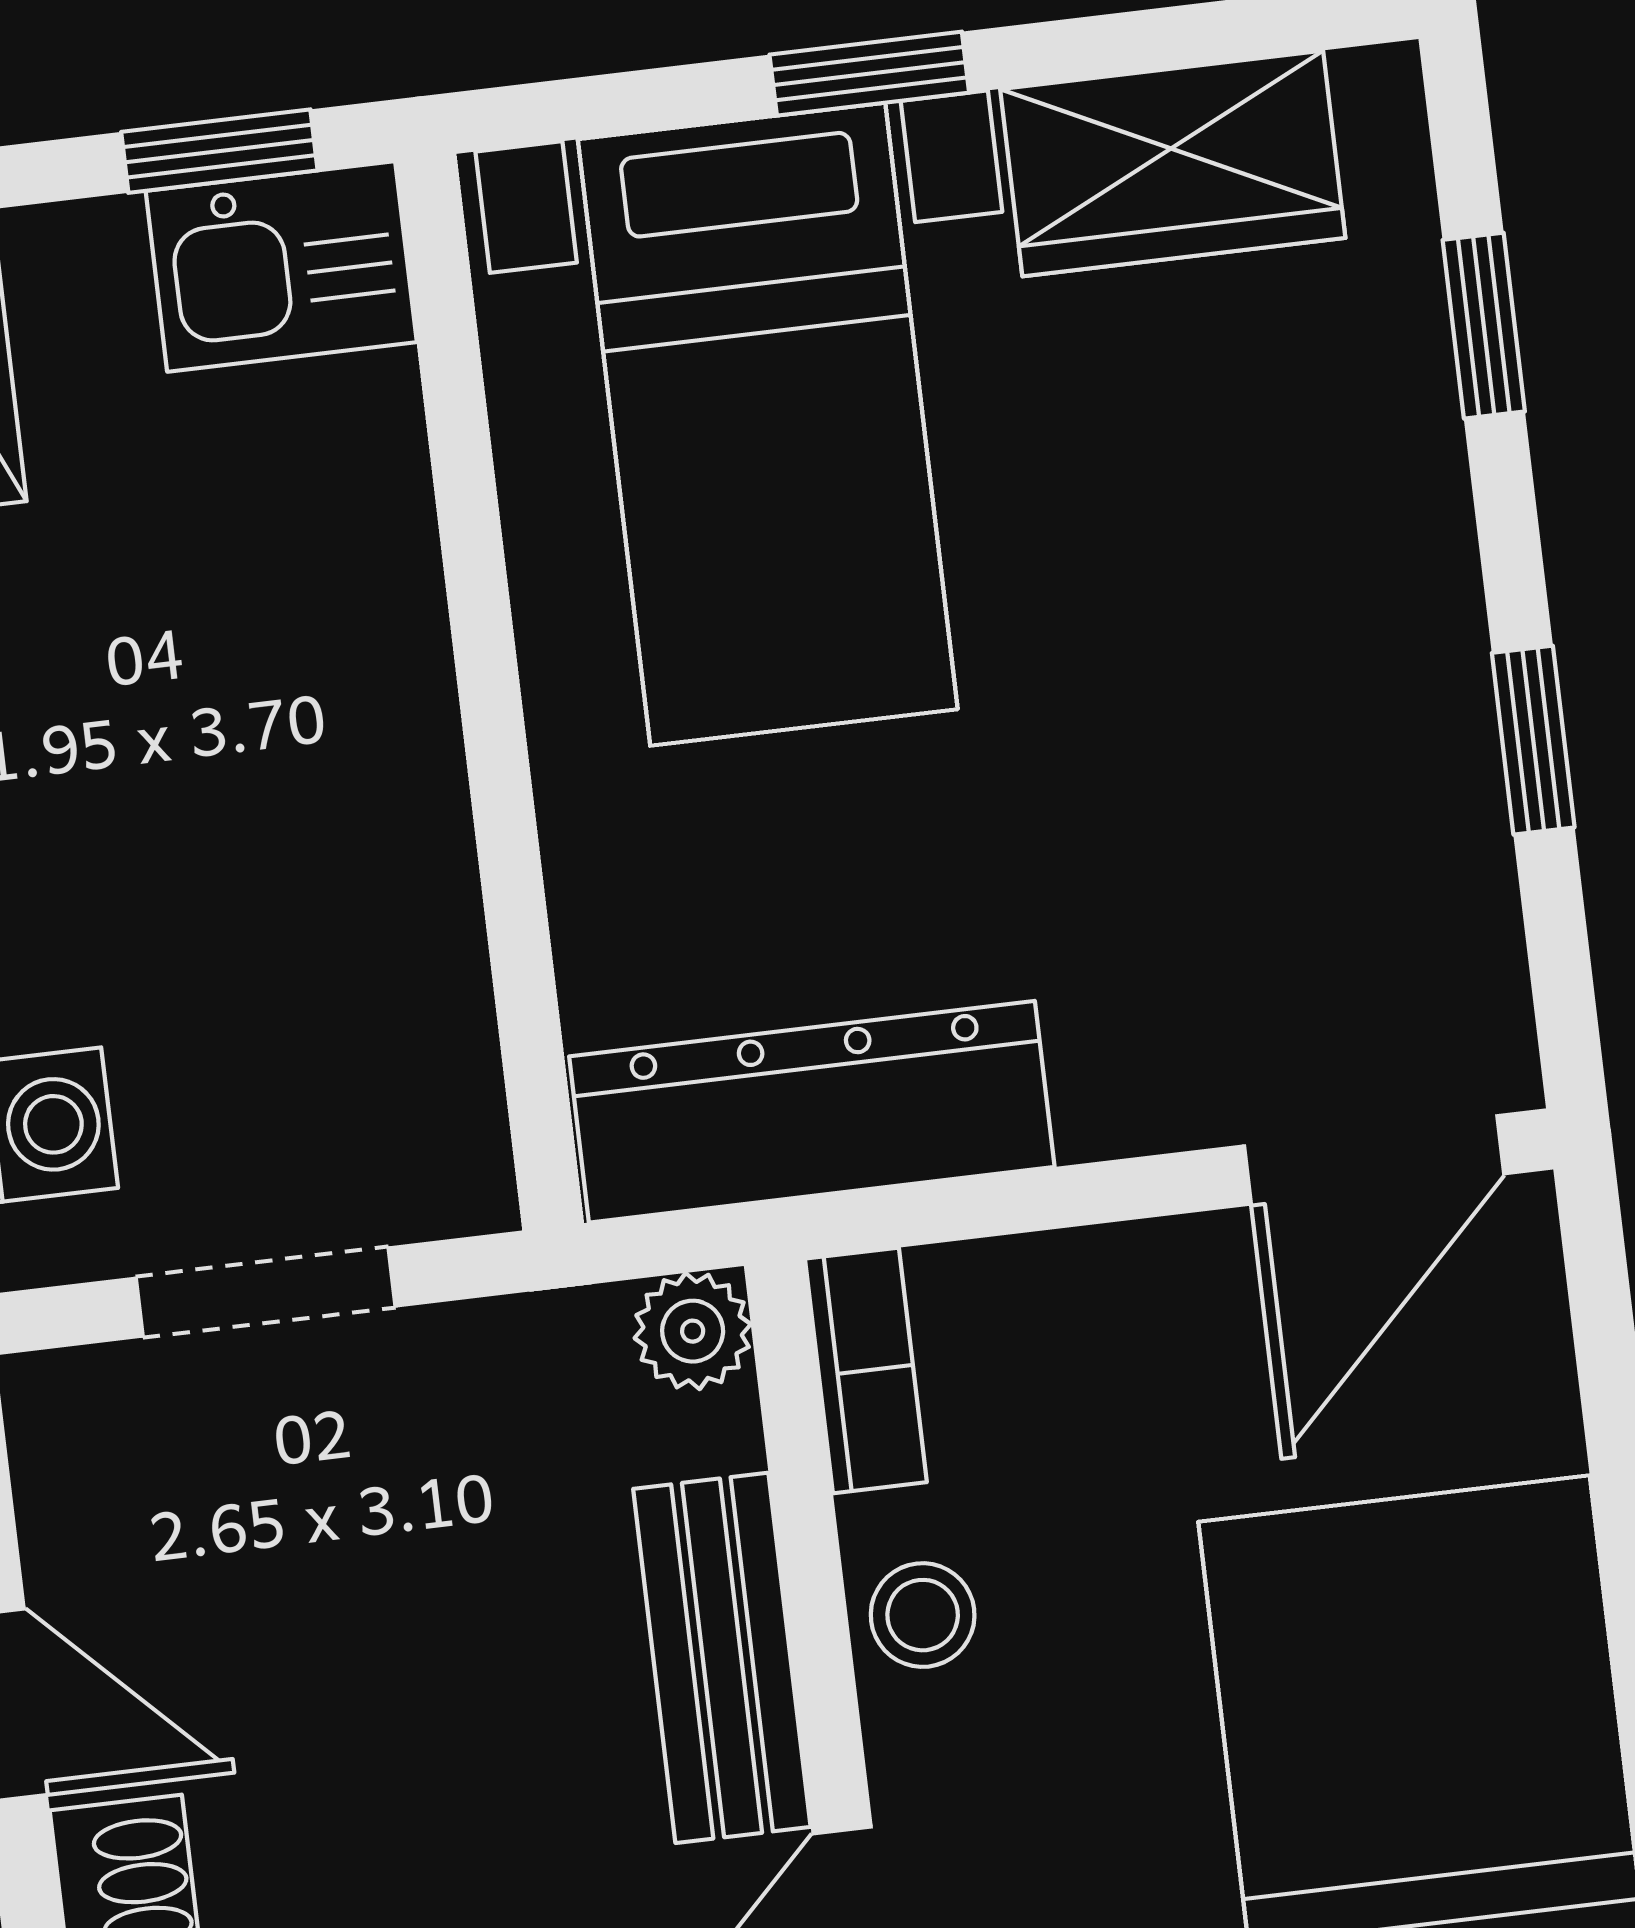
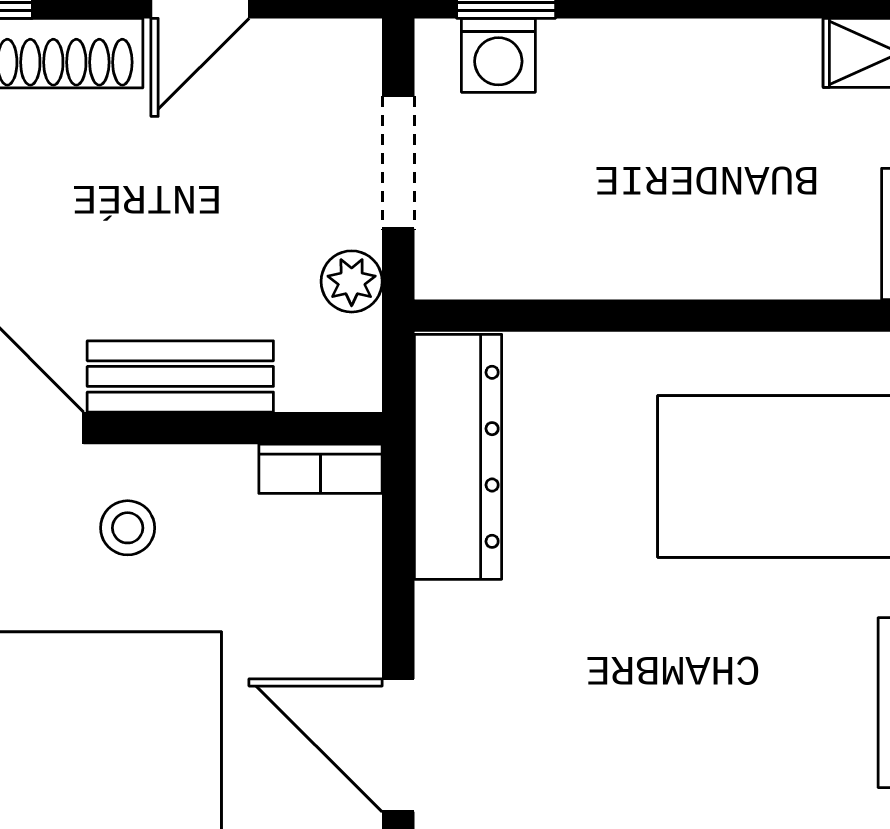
plant: (693, 1331) -> (352, 281), moved
stool: (923, 1615) -> (128, 528), moved

